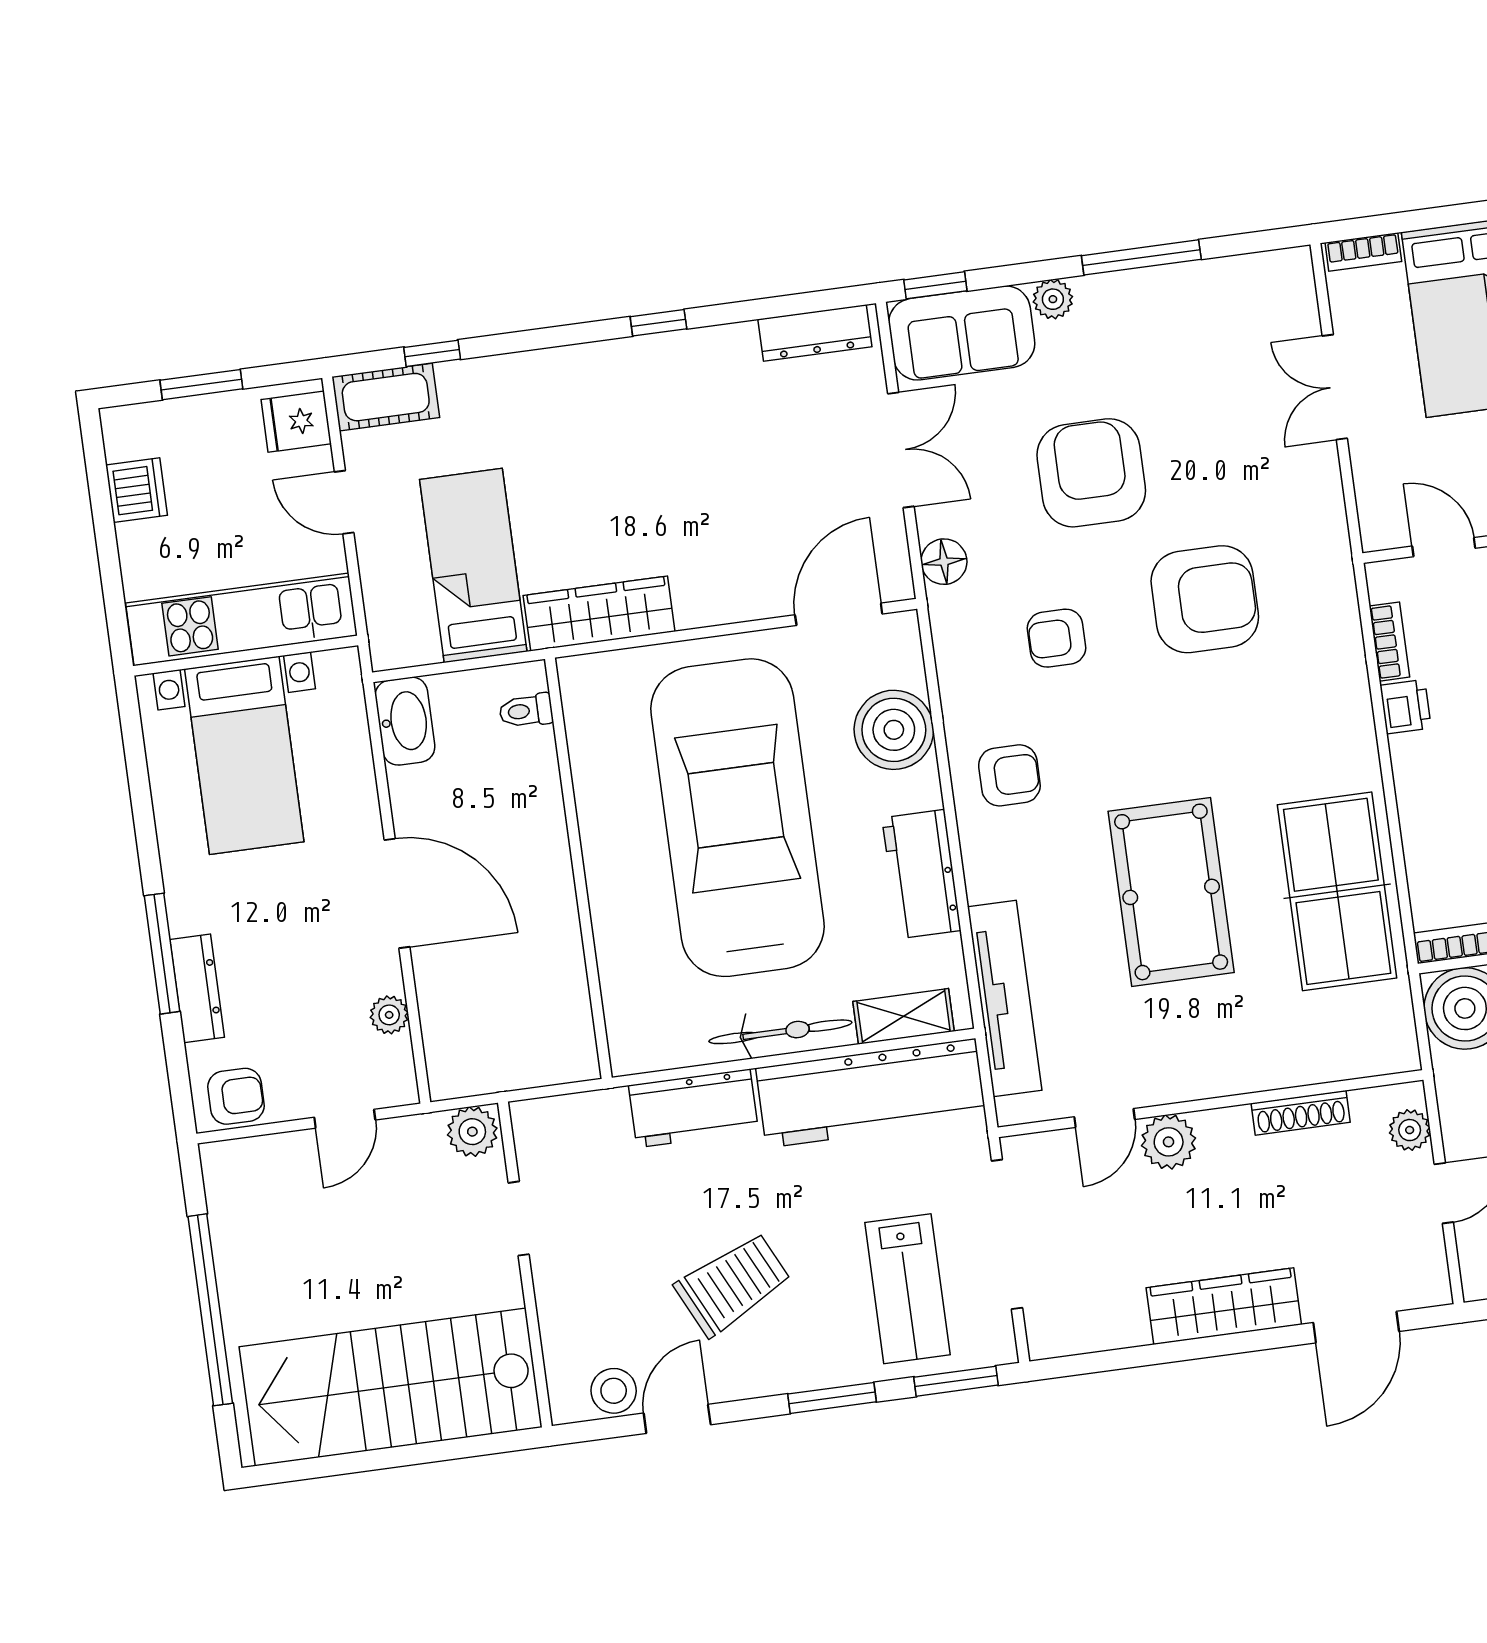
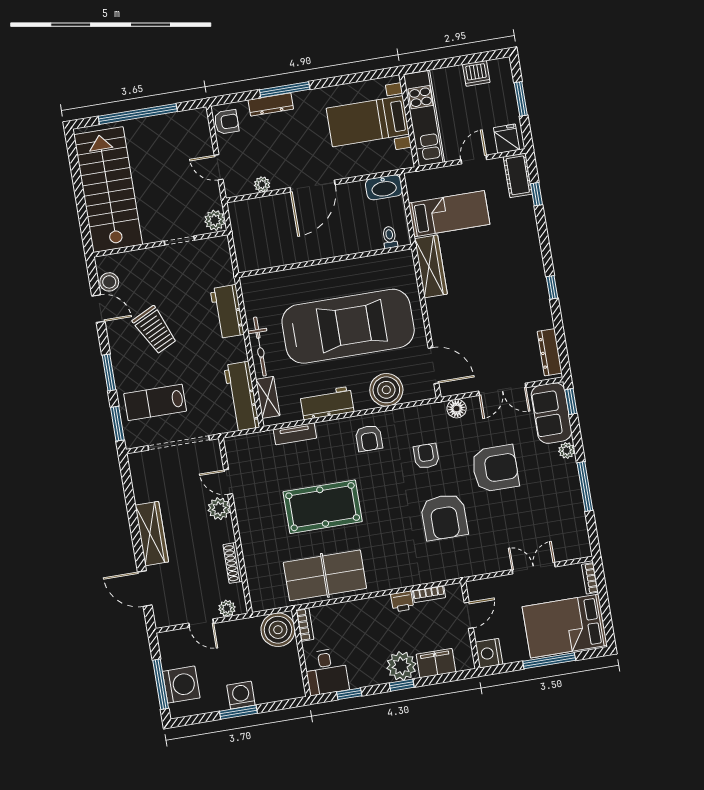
tv unit: (1005, 998) -> (295, 434), width x0.52, depth x0.78
workbench: (871, 1093) -> (242, 396), width x0.73, depth x0.76
armchair: (236, 1096) -> (227, 122), turned -90

